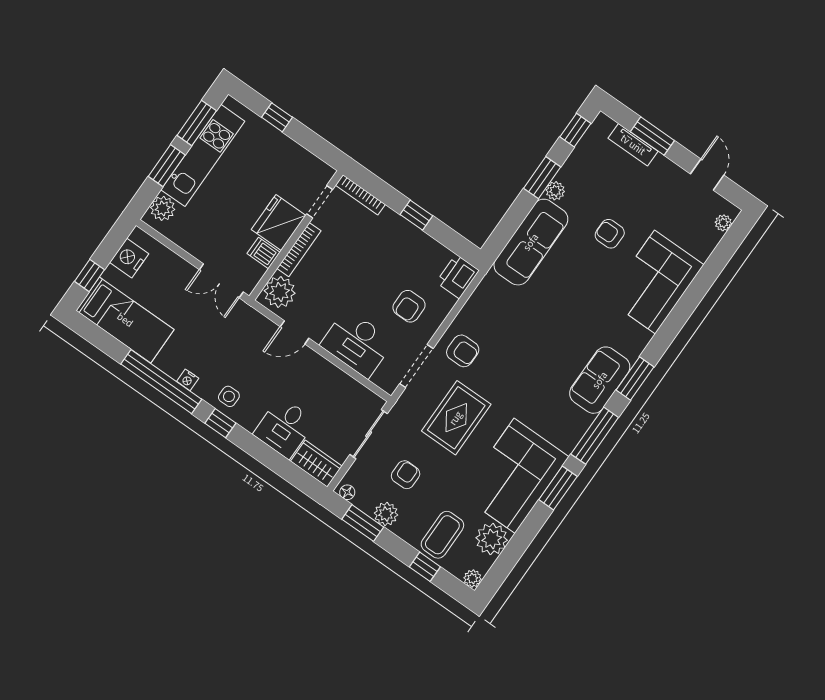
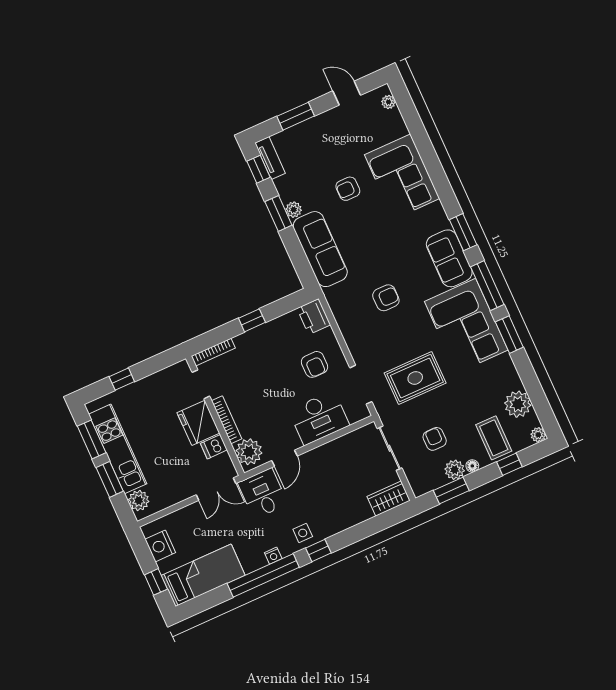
tv unit: (633, 145) -> (270, 158), moved, turned -90
armchair: (463, 351) -> (386, 298), moved
rug: (456, 418) -> (415, 378), turned 90
desk: (284, 428) -> (263, 493), moved, turned 180
corner sofa: (515, 476) -> (466, 326), moved
floor lamp: (347, 492) -> (472, 466), moved

